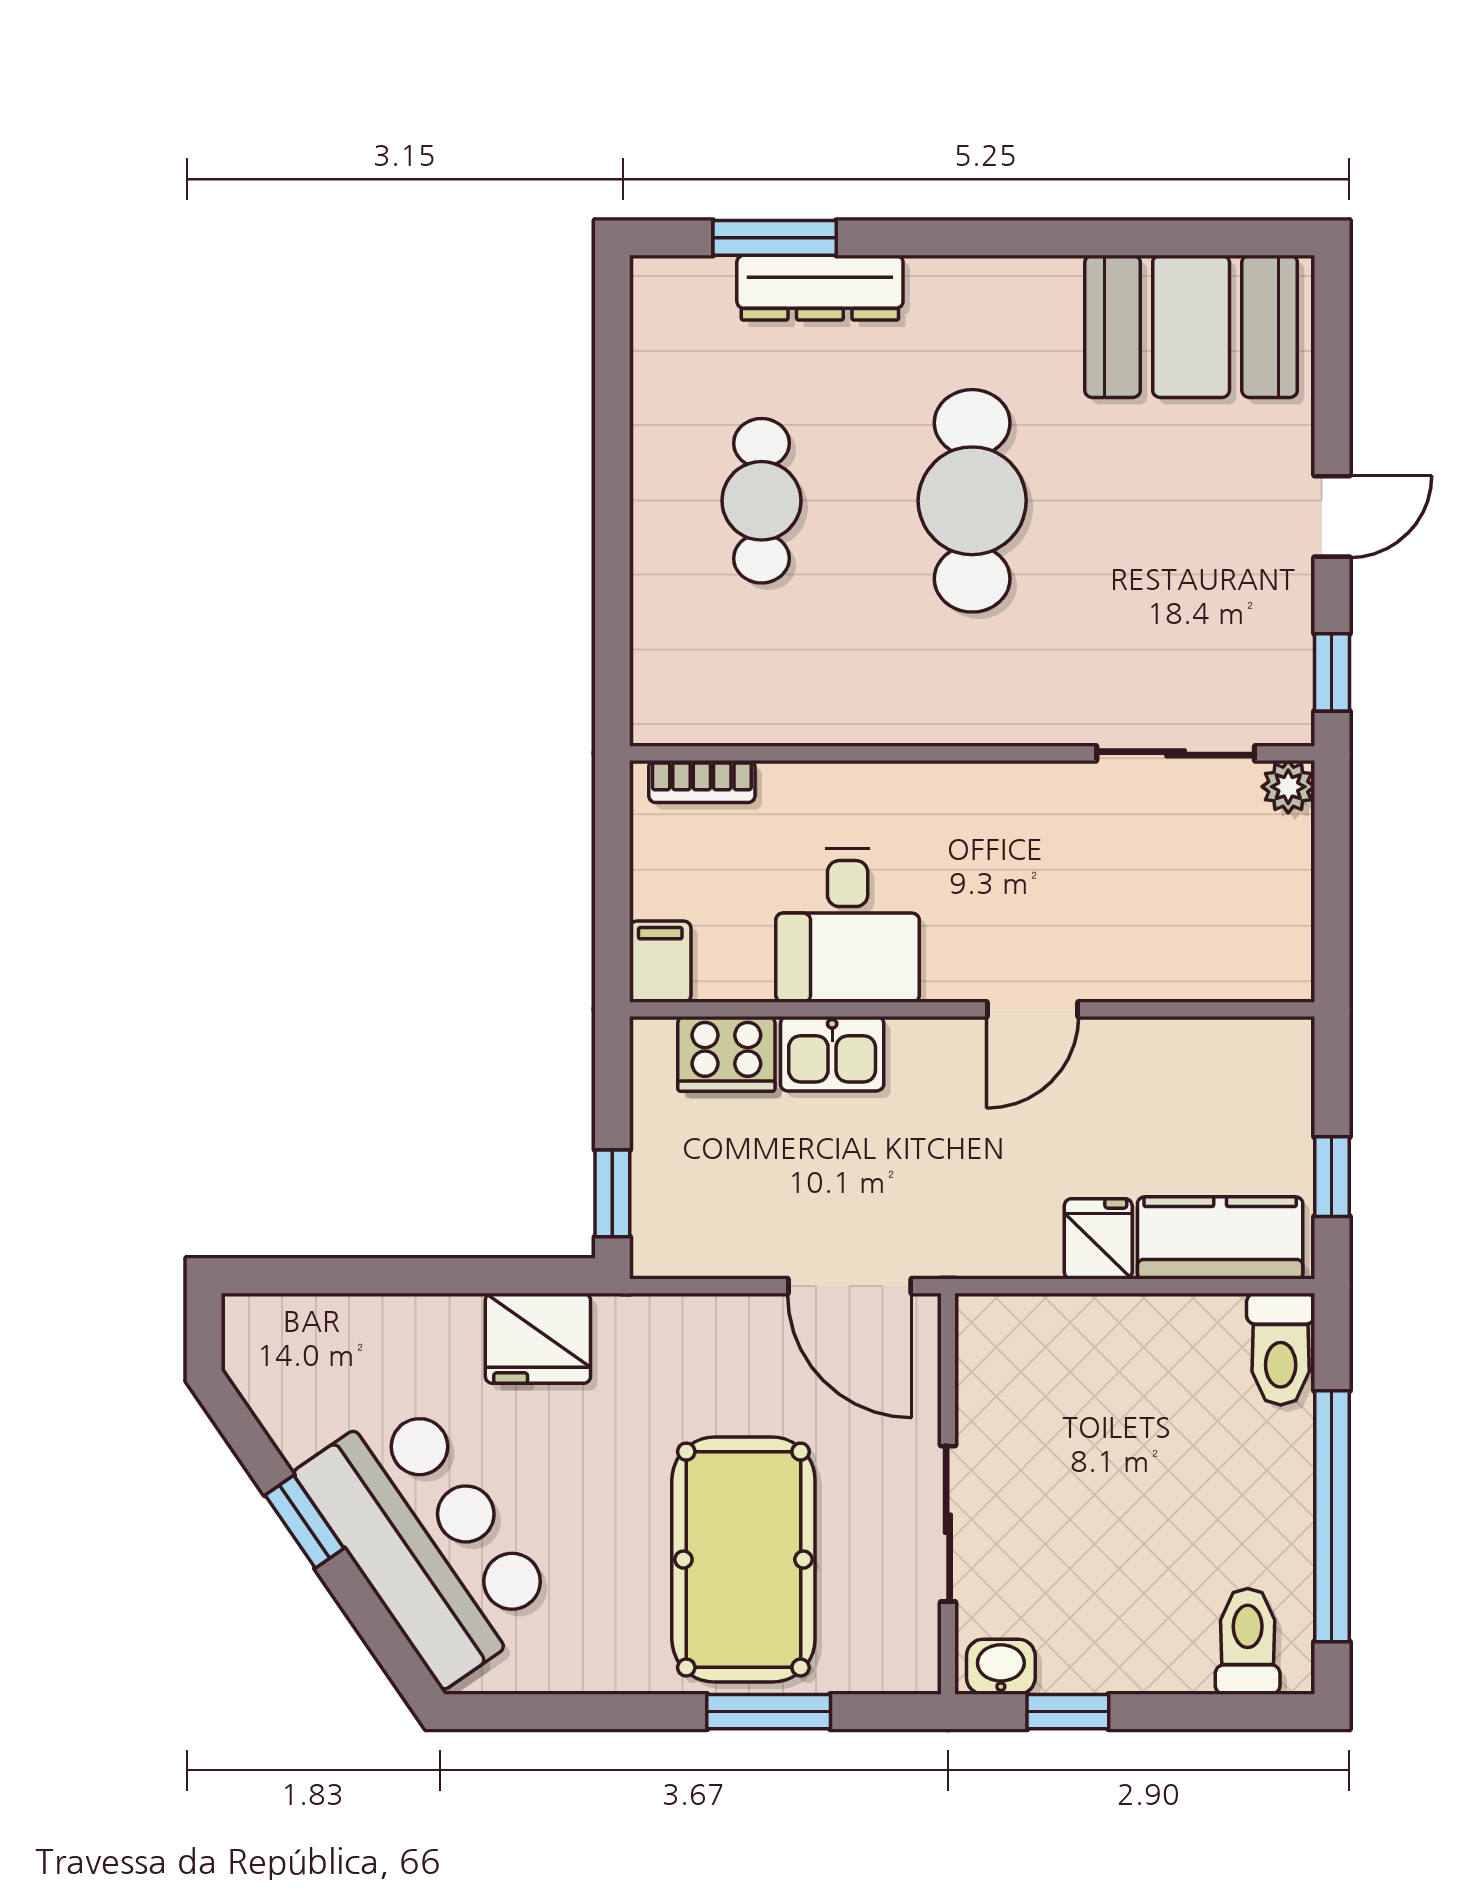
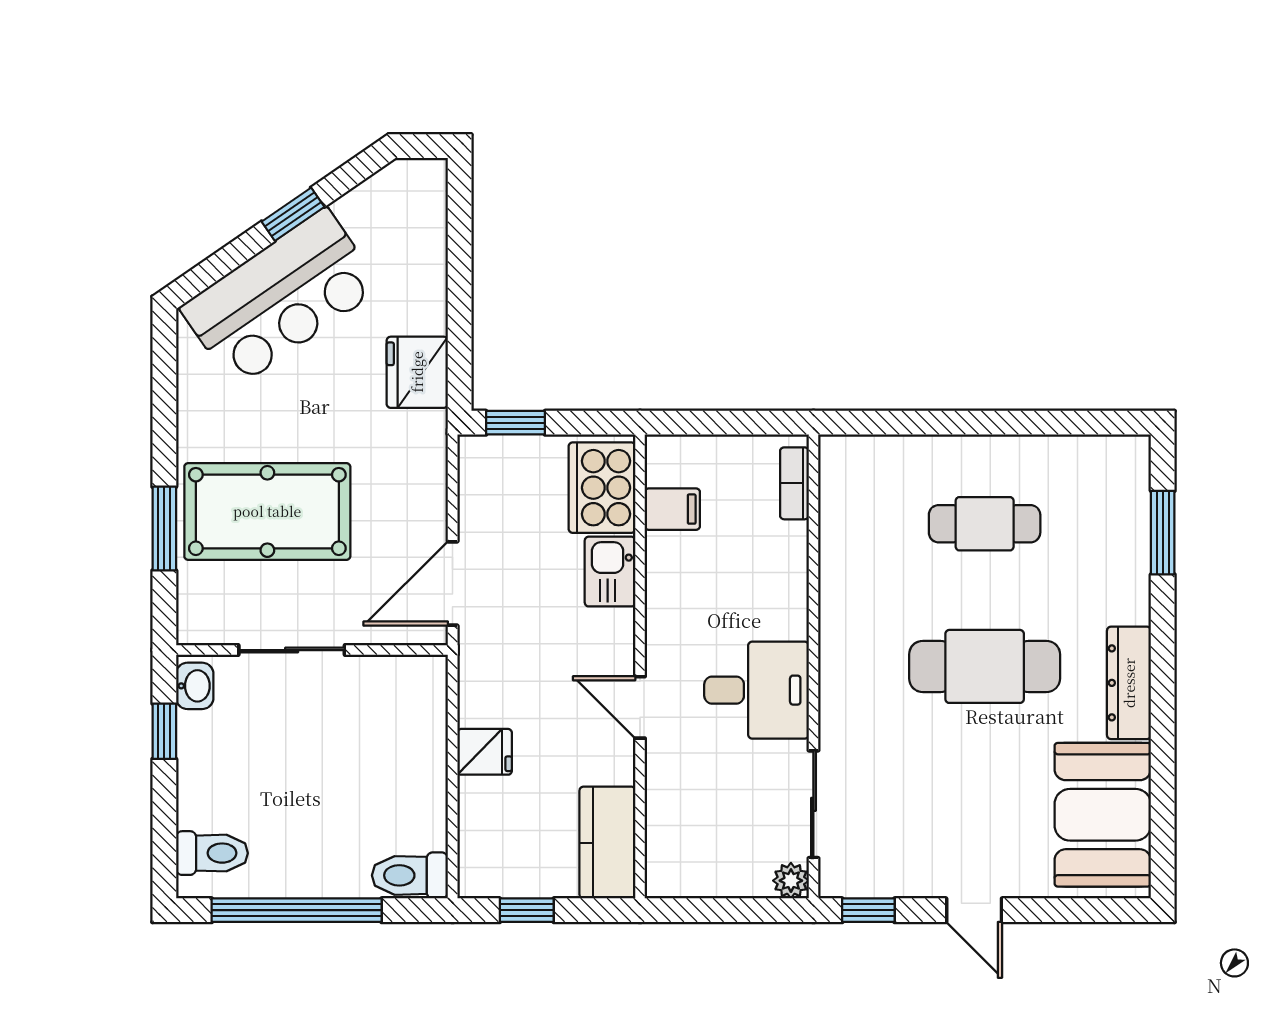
dresser: (820, 288) -> (1129, 683), moved
desk: (848, 925) -> (757, 690), moved, turned 180
filing cabinet: (660, 962) -> (672, 509), moved
cooker: (726, 1054) -> (602, 488), width x1.37, depth x1.31
kitchen counter: (1220, 1238) -> (607, 843), moved, turned 180

